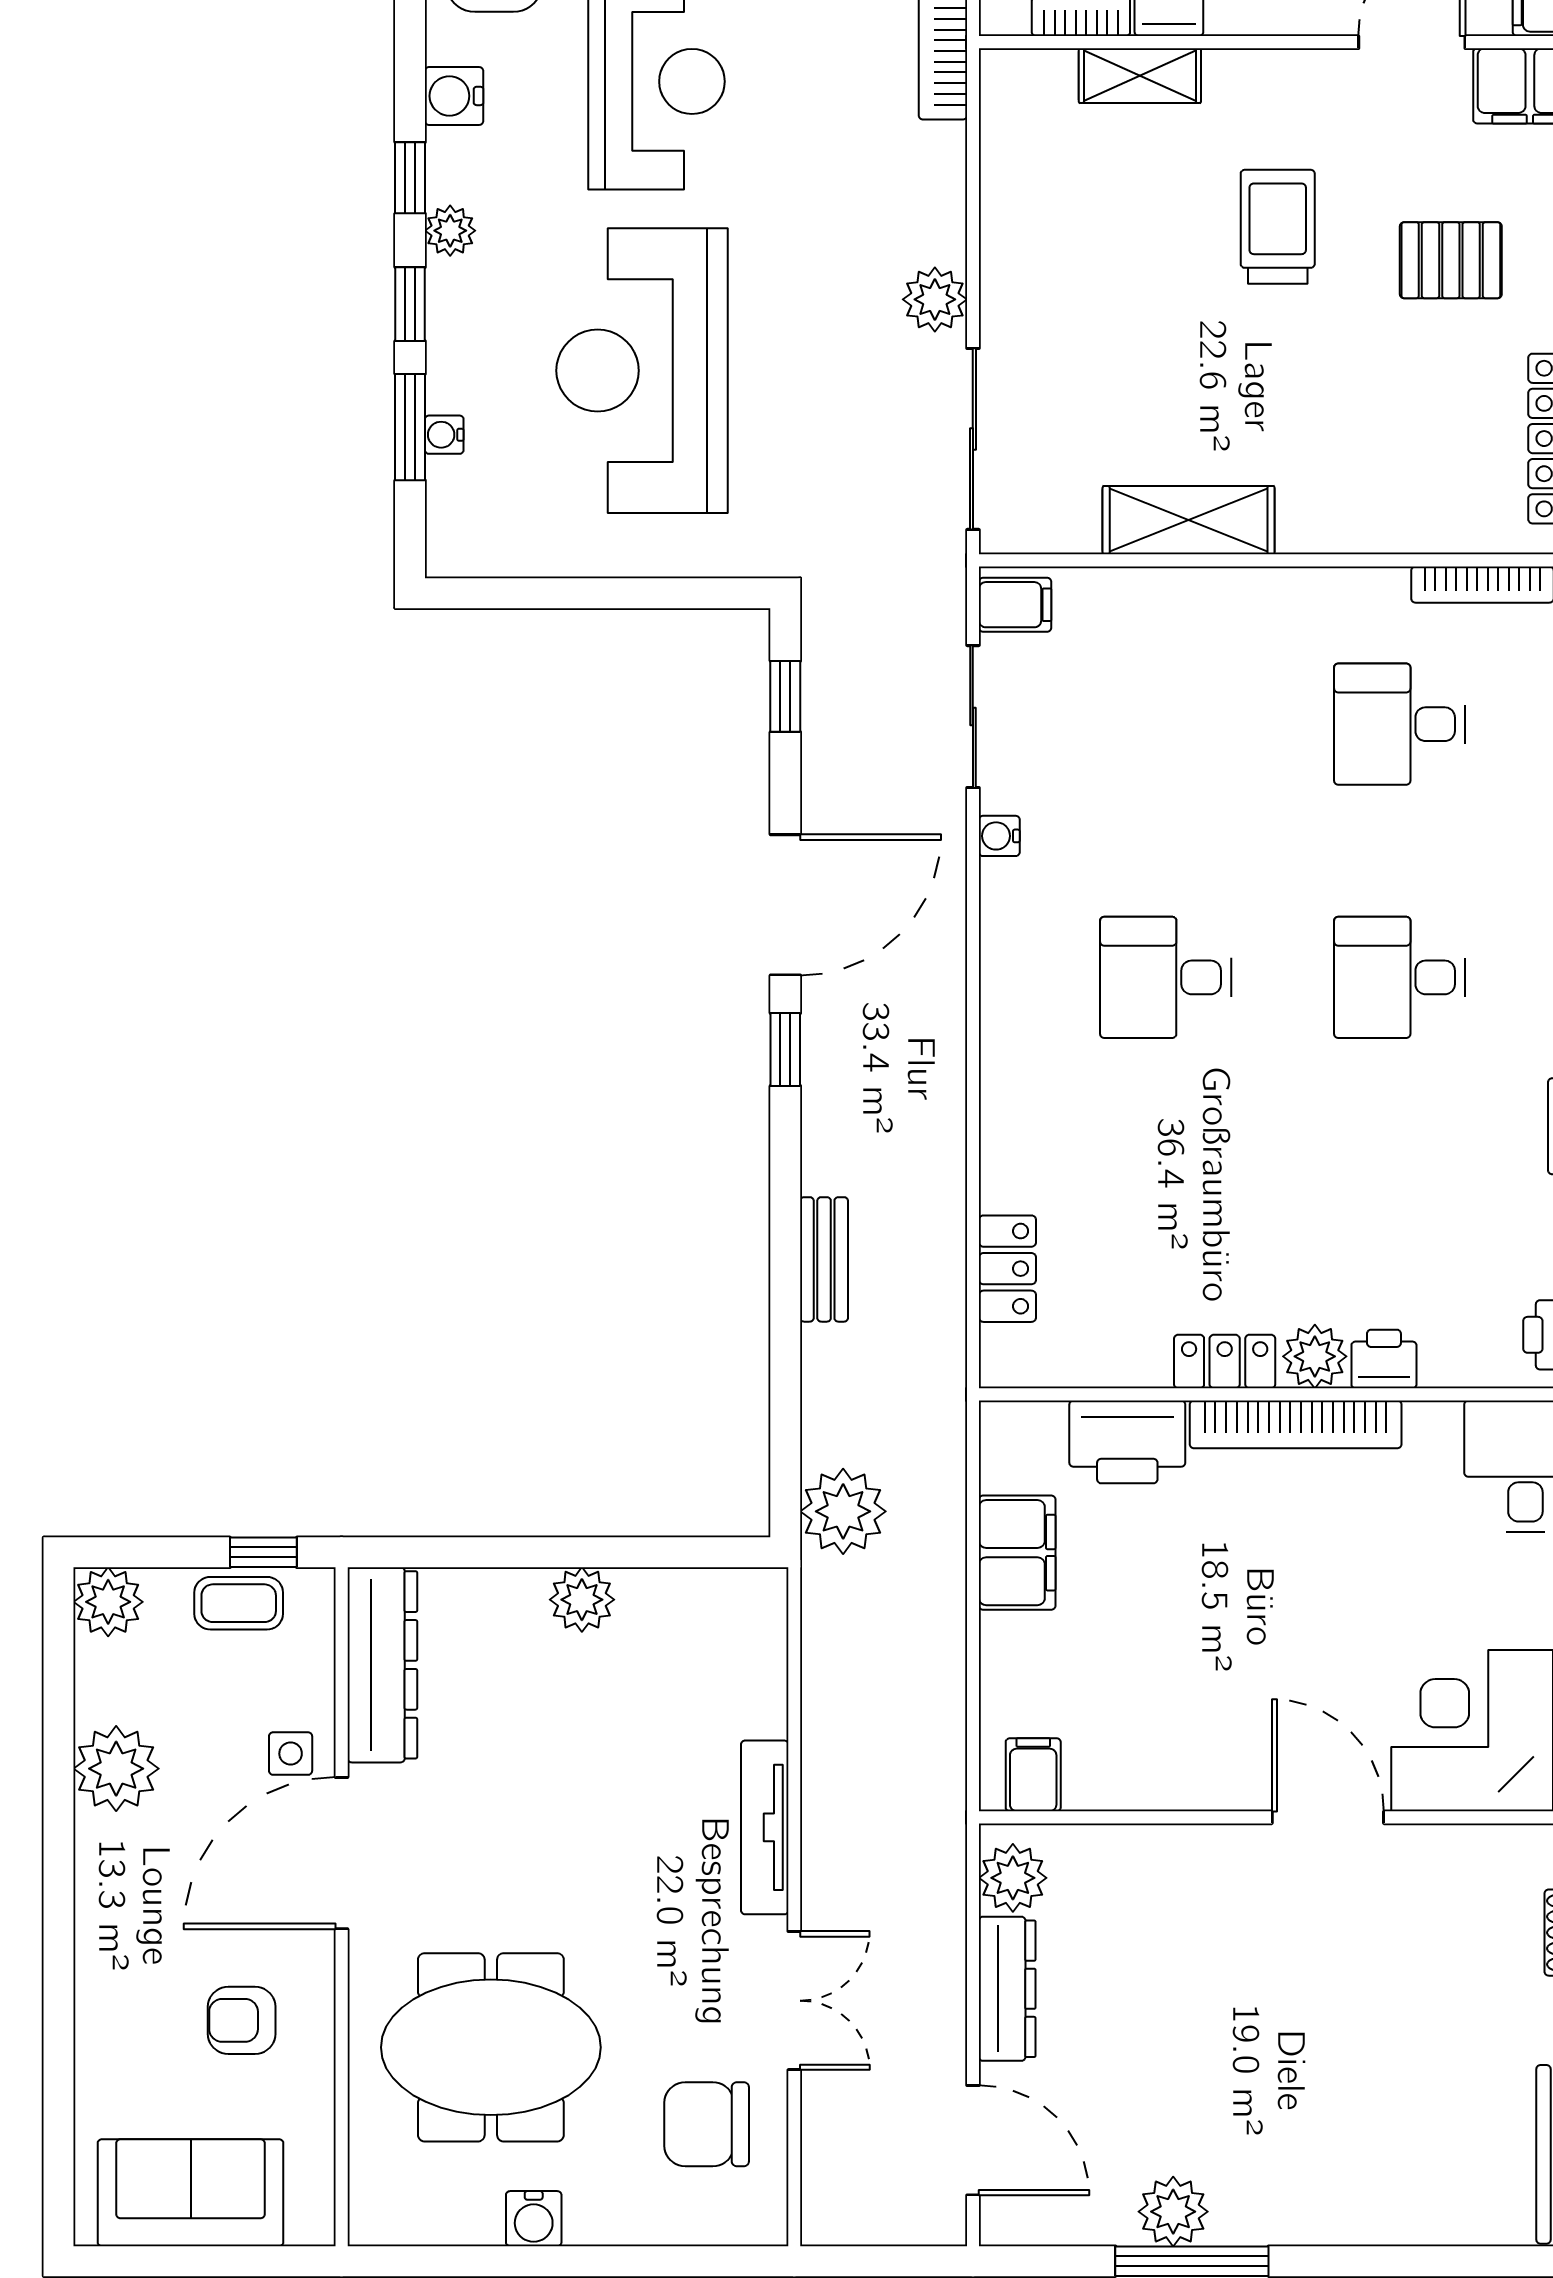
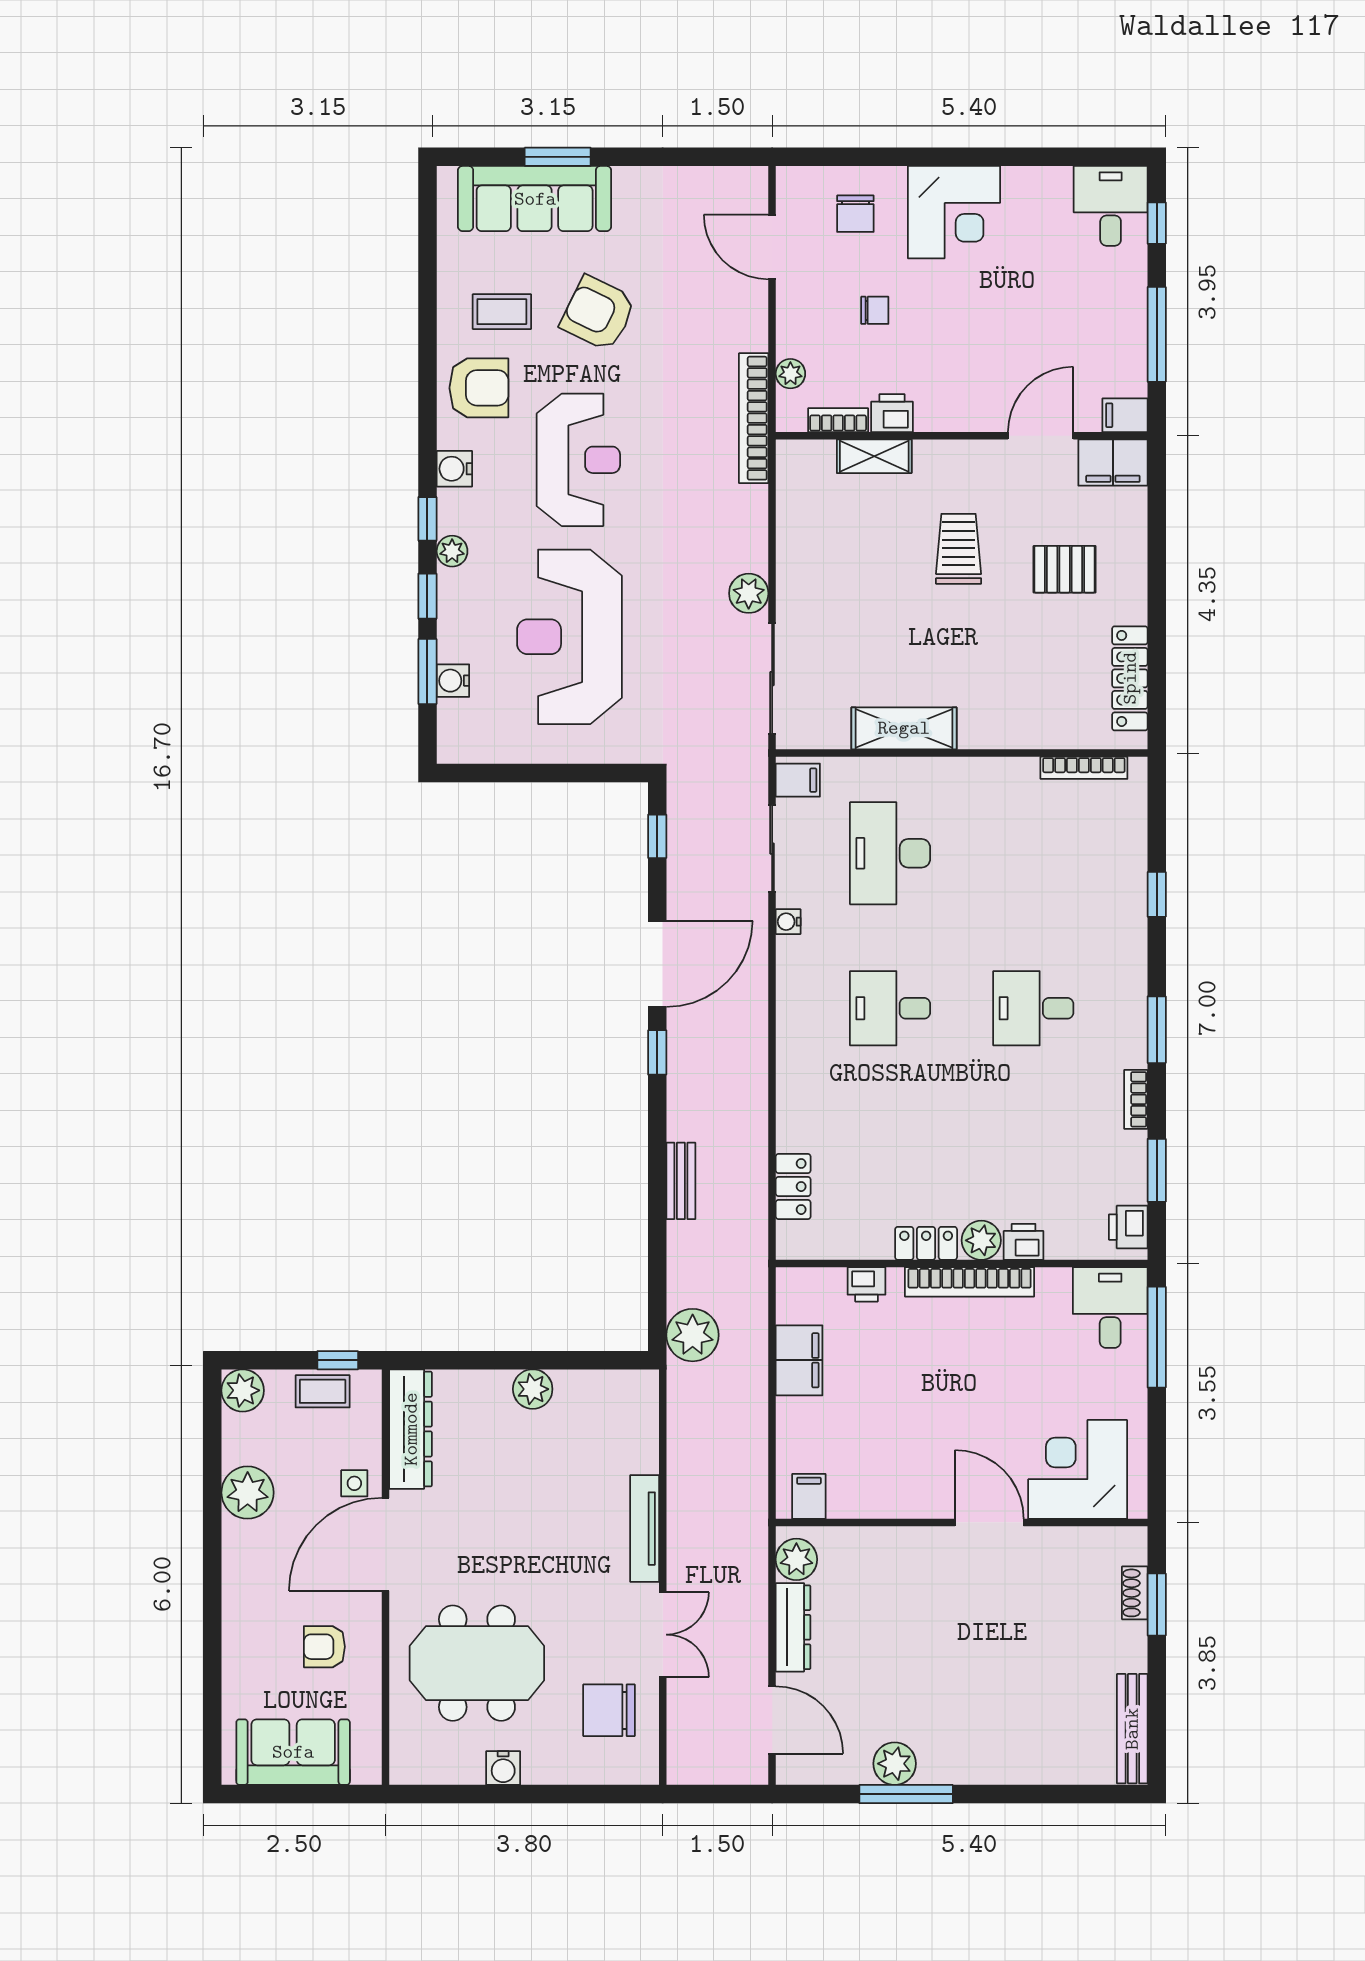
water cooler: (444, 435) -> (453, 681), width x1.38, depth x1.38
desk: (1400, 724) -> (890, 853), moved, width x1.37
printer: (1127, 1442) -> (867, 1284), width x0.53, depth x0.68

